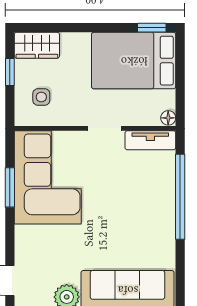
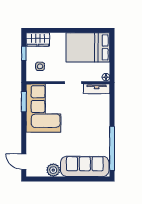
window: (152, 28) -> (97, 30), removed
window: (10, 187) -> (24, 102), moved
window: (180, 197) -> (112, 149), moved

